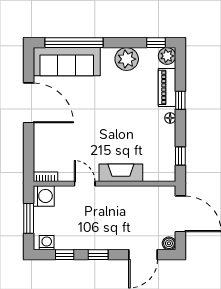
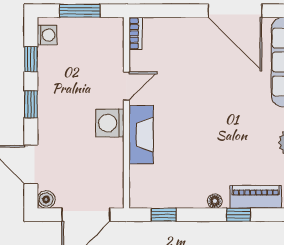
door: (29, 103) -> (235, 11), hinge flipped
washing machine: (44, 196) -> (110, 123), moved, turned 90

